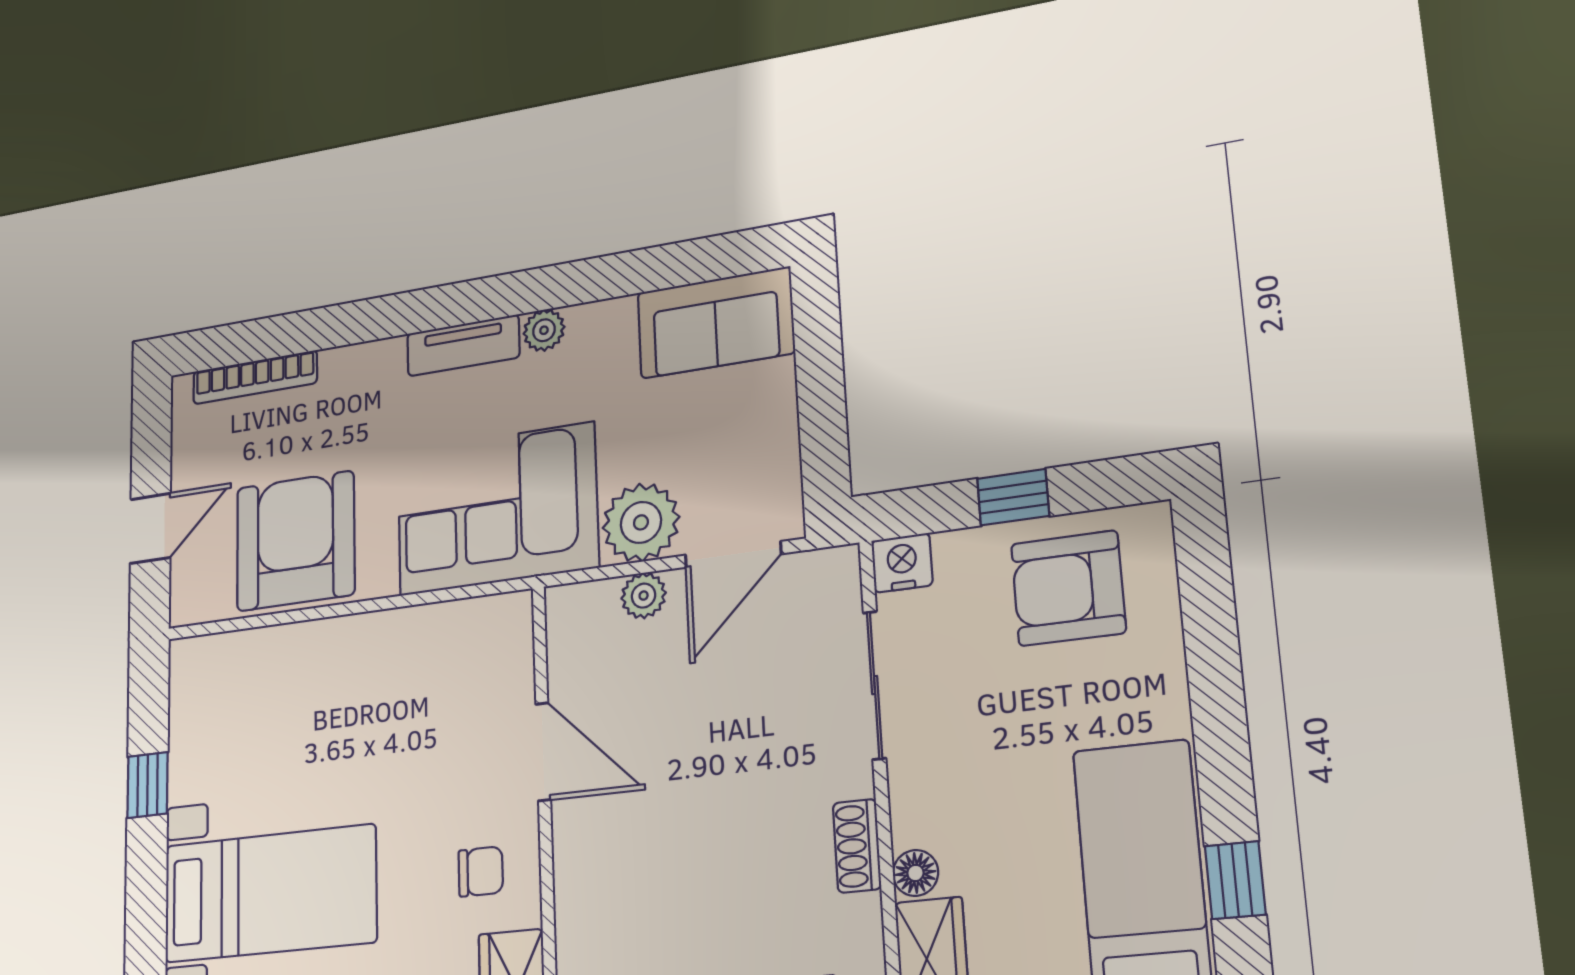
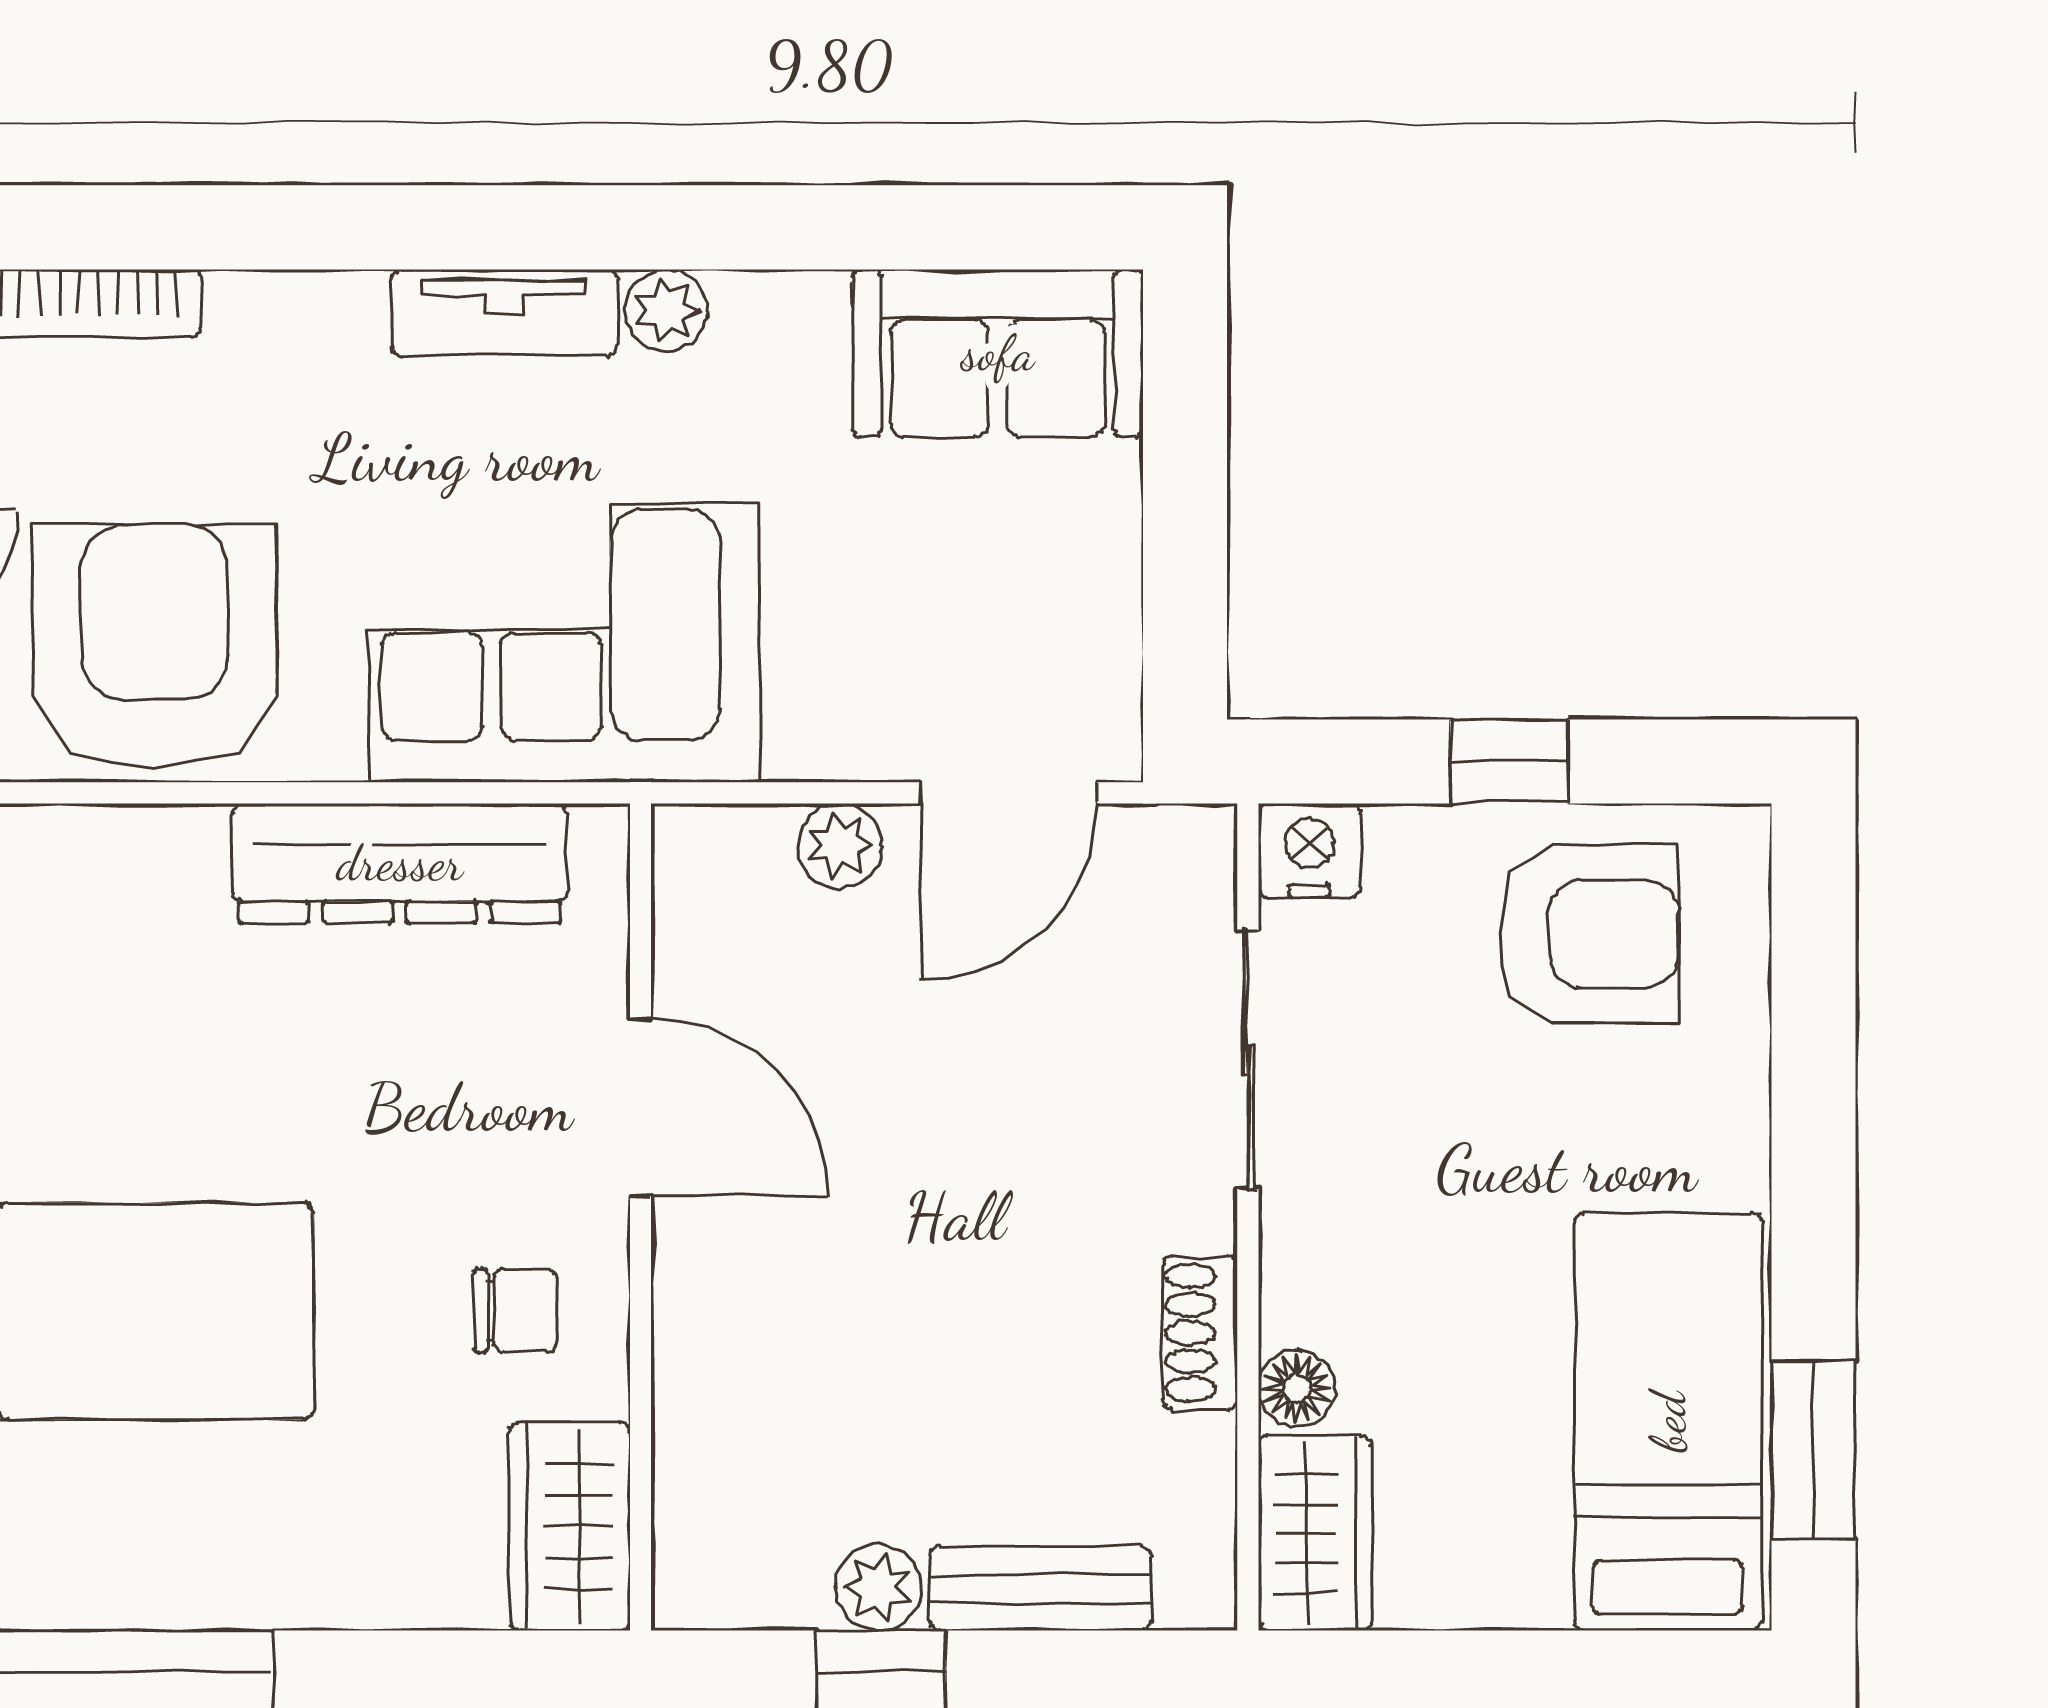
plant: (641, 522) -> (841, 709), removed
armchair: (1068, 588) -> (1589, 934), turned 180
dresser: (417, 636) -> (400, 863), added
window: (1235, 880) -> (1813, 1450), width x1.50

